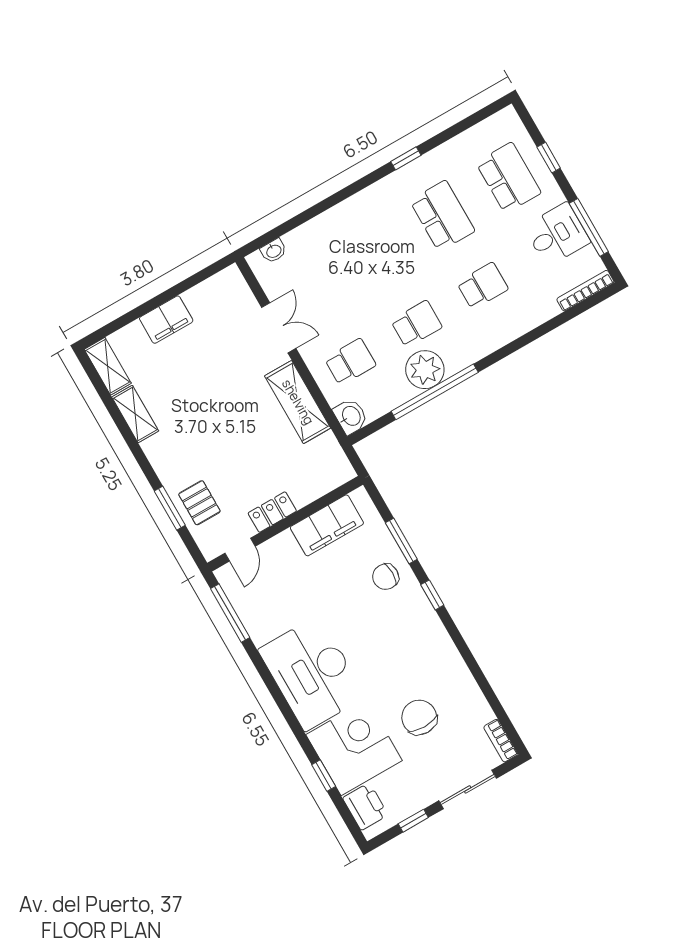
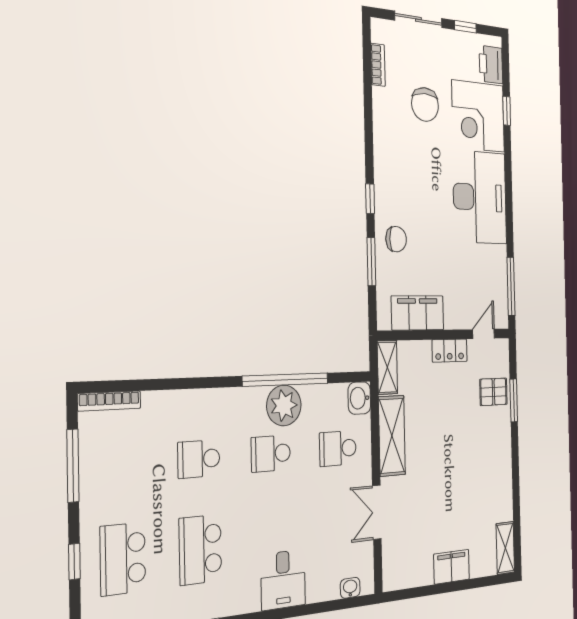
desk: (557, 234) -> (283, 580), moved, turned -90
shelving: (135, 414) -> (387, 367), moved
pallet: (199, 503) -> (493, 392), turned 90
bookcase: (501, 741) -> (378, 65), moved

